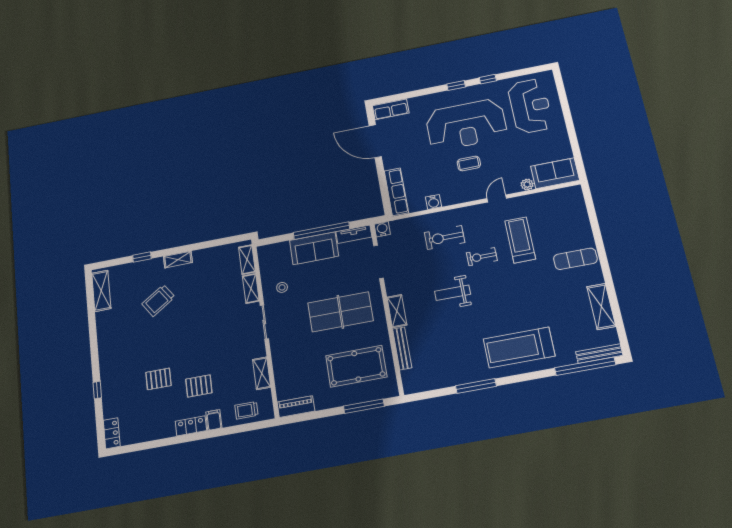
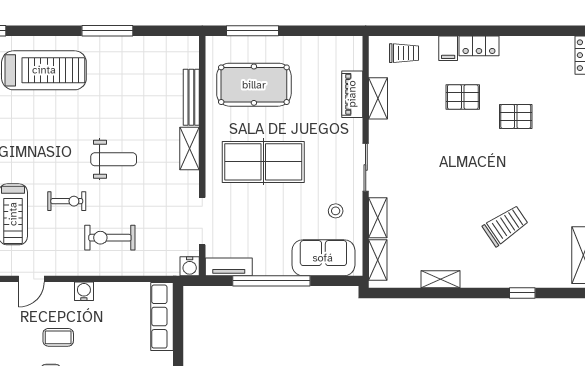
water cooler: (433, 202) -> (84, 291), moved
exercise bike: (445, 237) -> (110, 238), turned 180
sofa: (314, 248) -> (323, 258), moved
shelving: (178, 260) -> (440, 279), moved
piano: (296, 407) -> (352, 94), moved, turned 90

